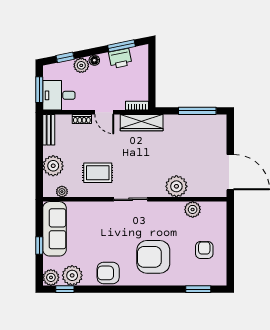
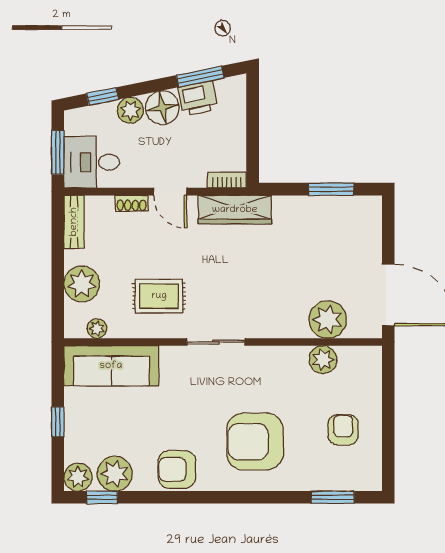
floor lamp: (94, 60) -> (162, 108), width x1.89, depth x1.89
window: (197, 111) -> (331, 189), width x0.69
plant: (176, 186) -> (328, 320), moved
sofa: (54, 229) -> (111, 366), moved, turned 90

